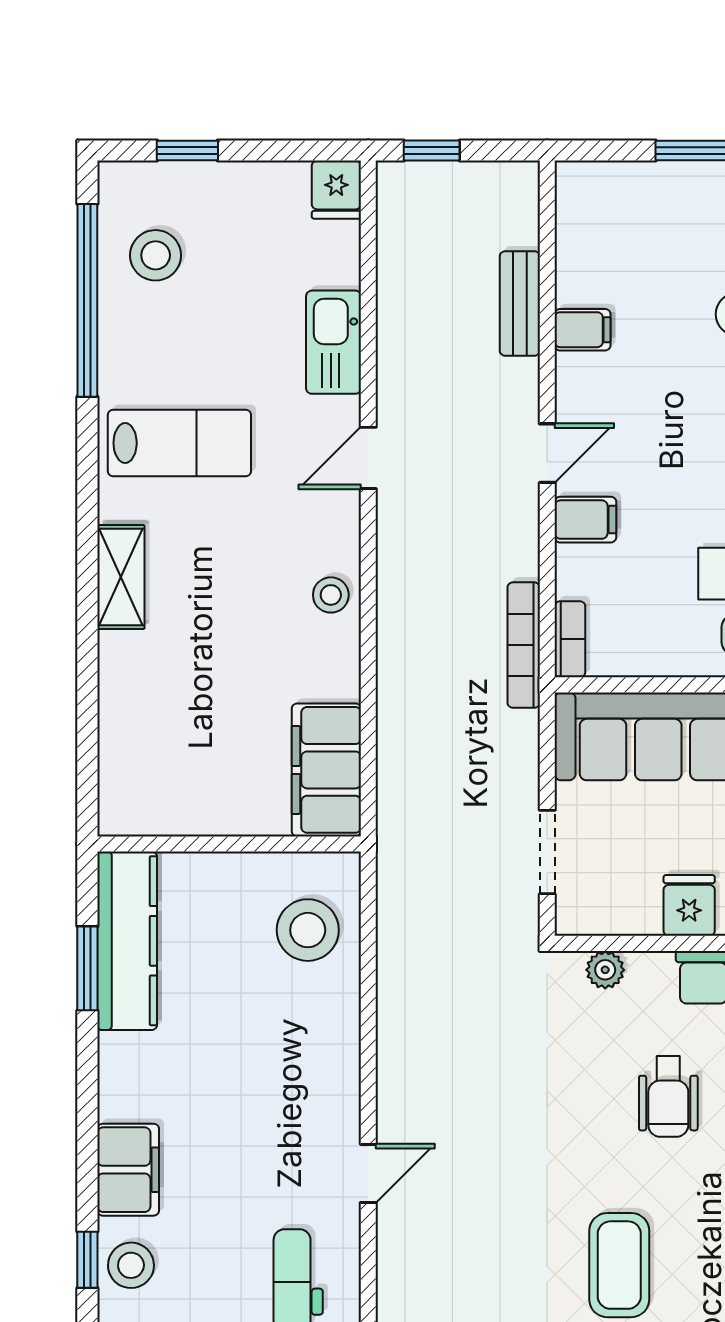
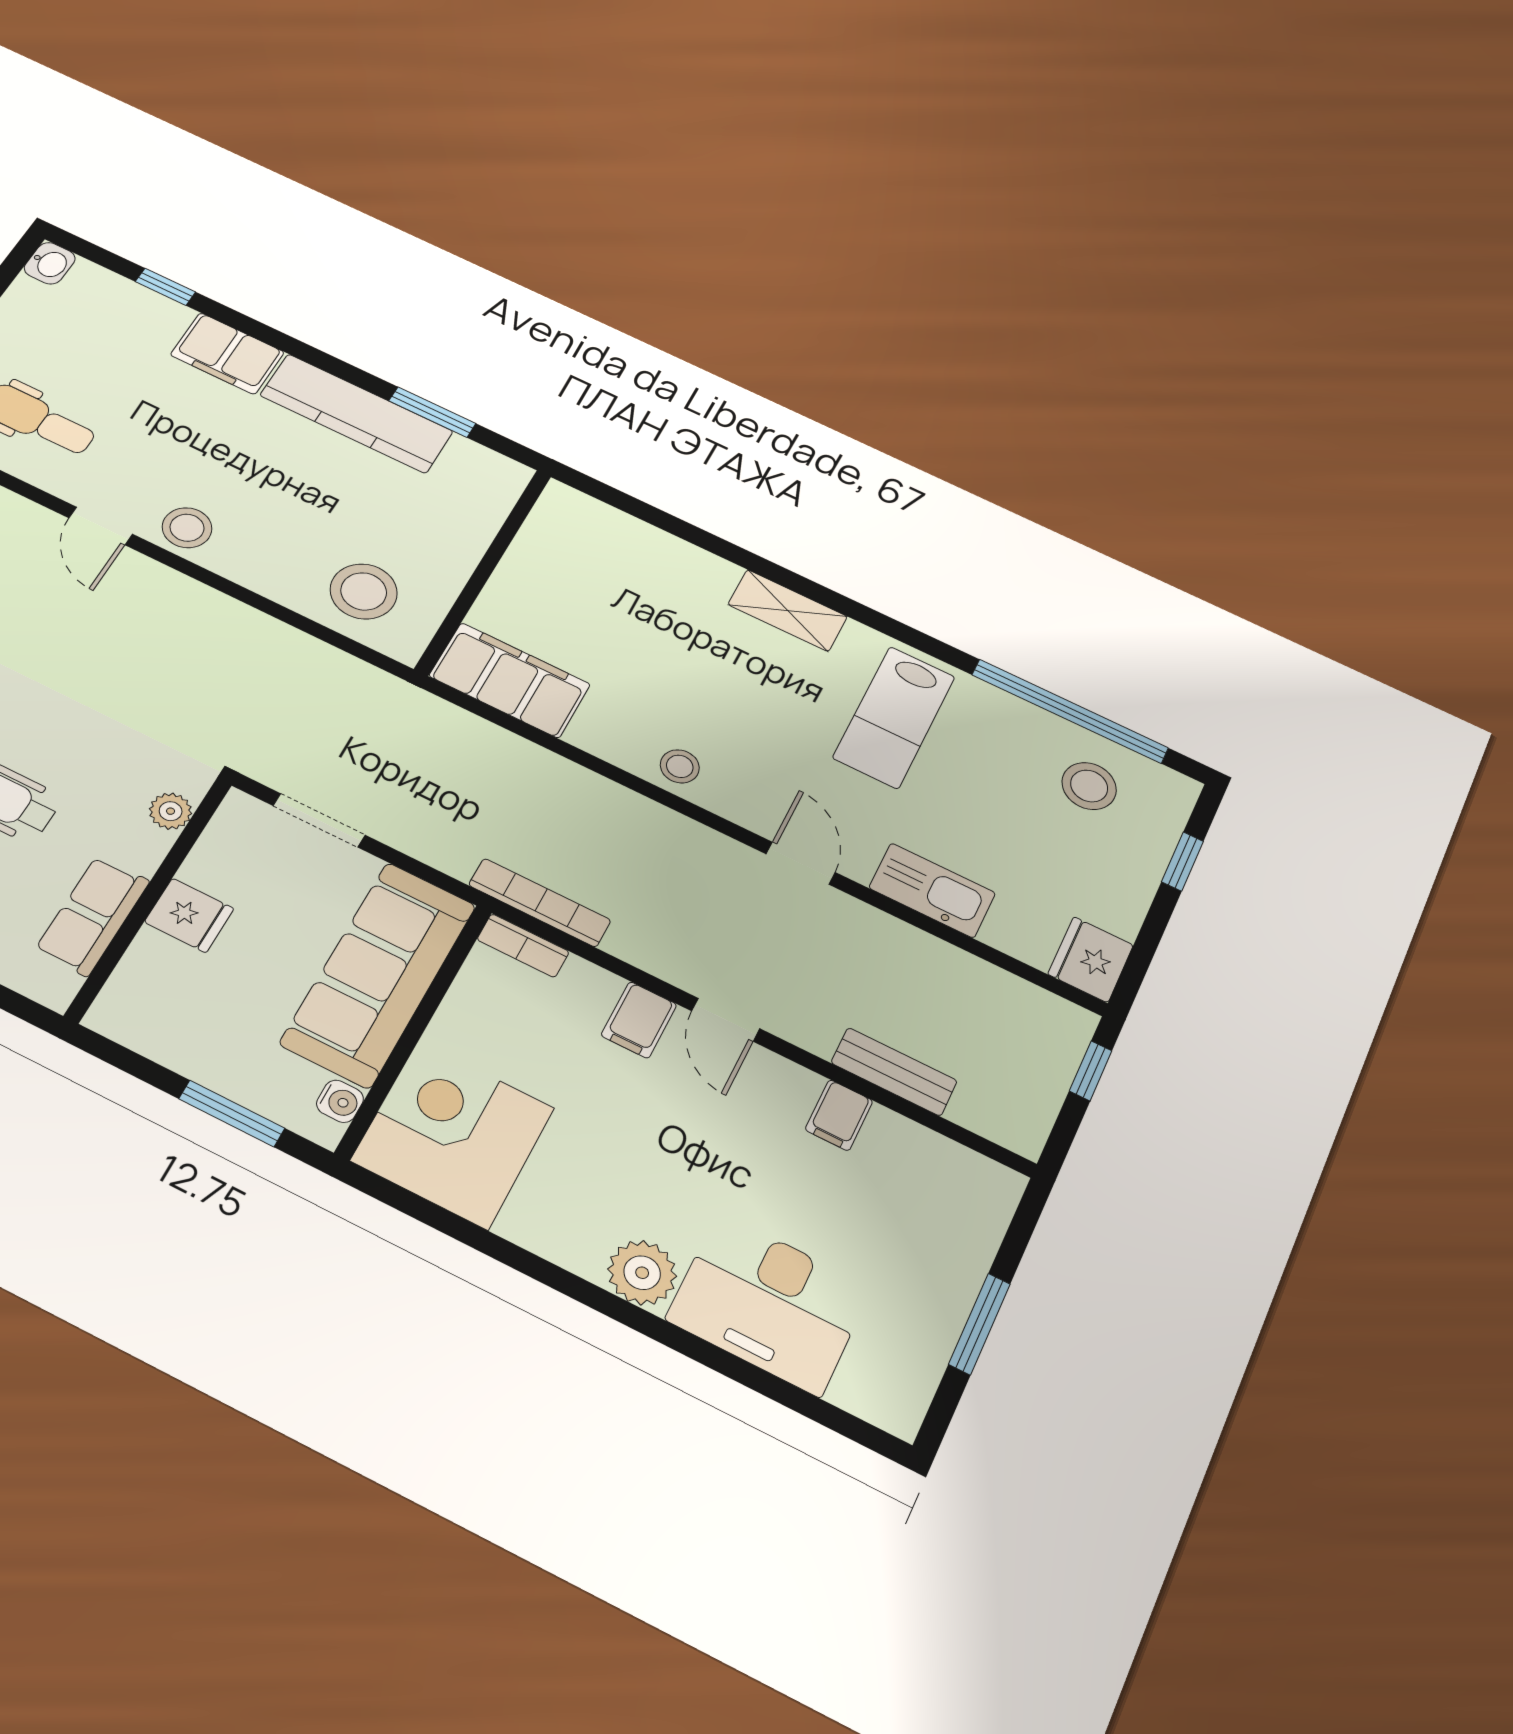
fridge: (336, 190) -> (1091, 960), width x1.38
kitchen counter: (127, 941) -> (356, 413), moved
stool: (131, 1265) -> (187, 528), moved

